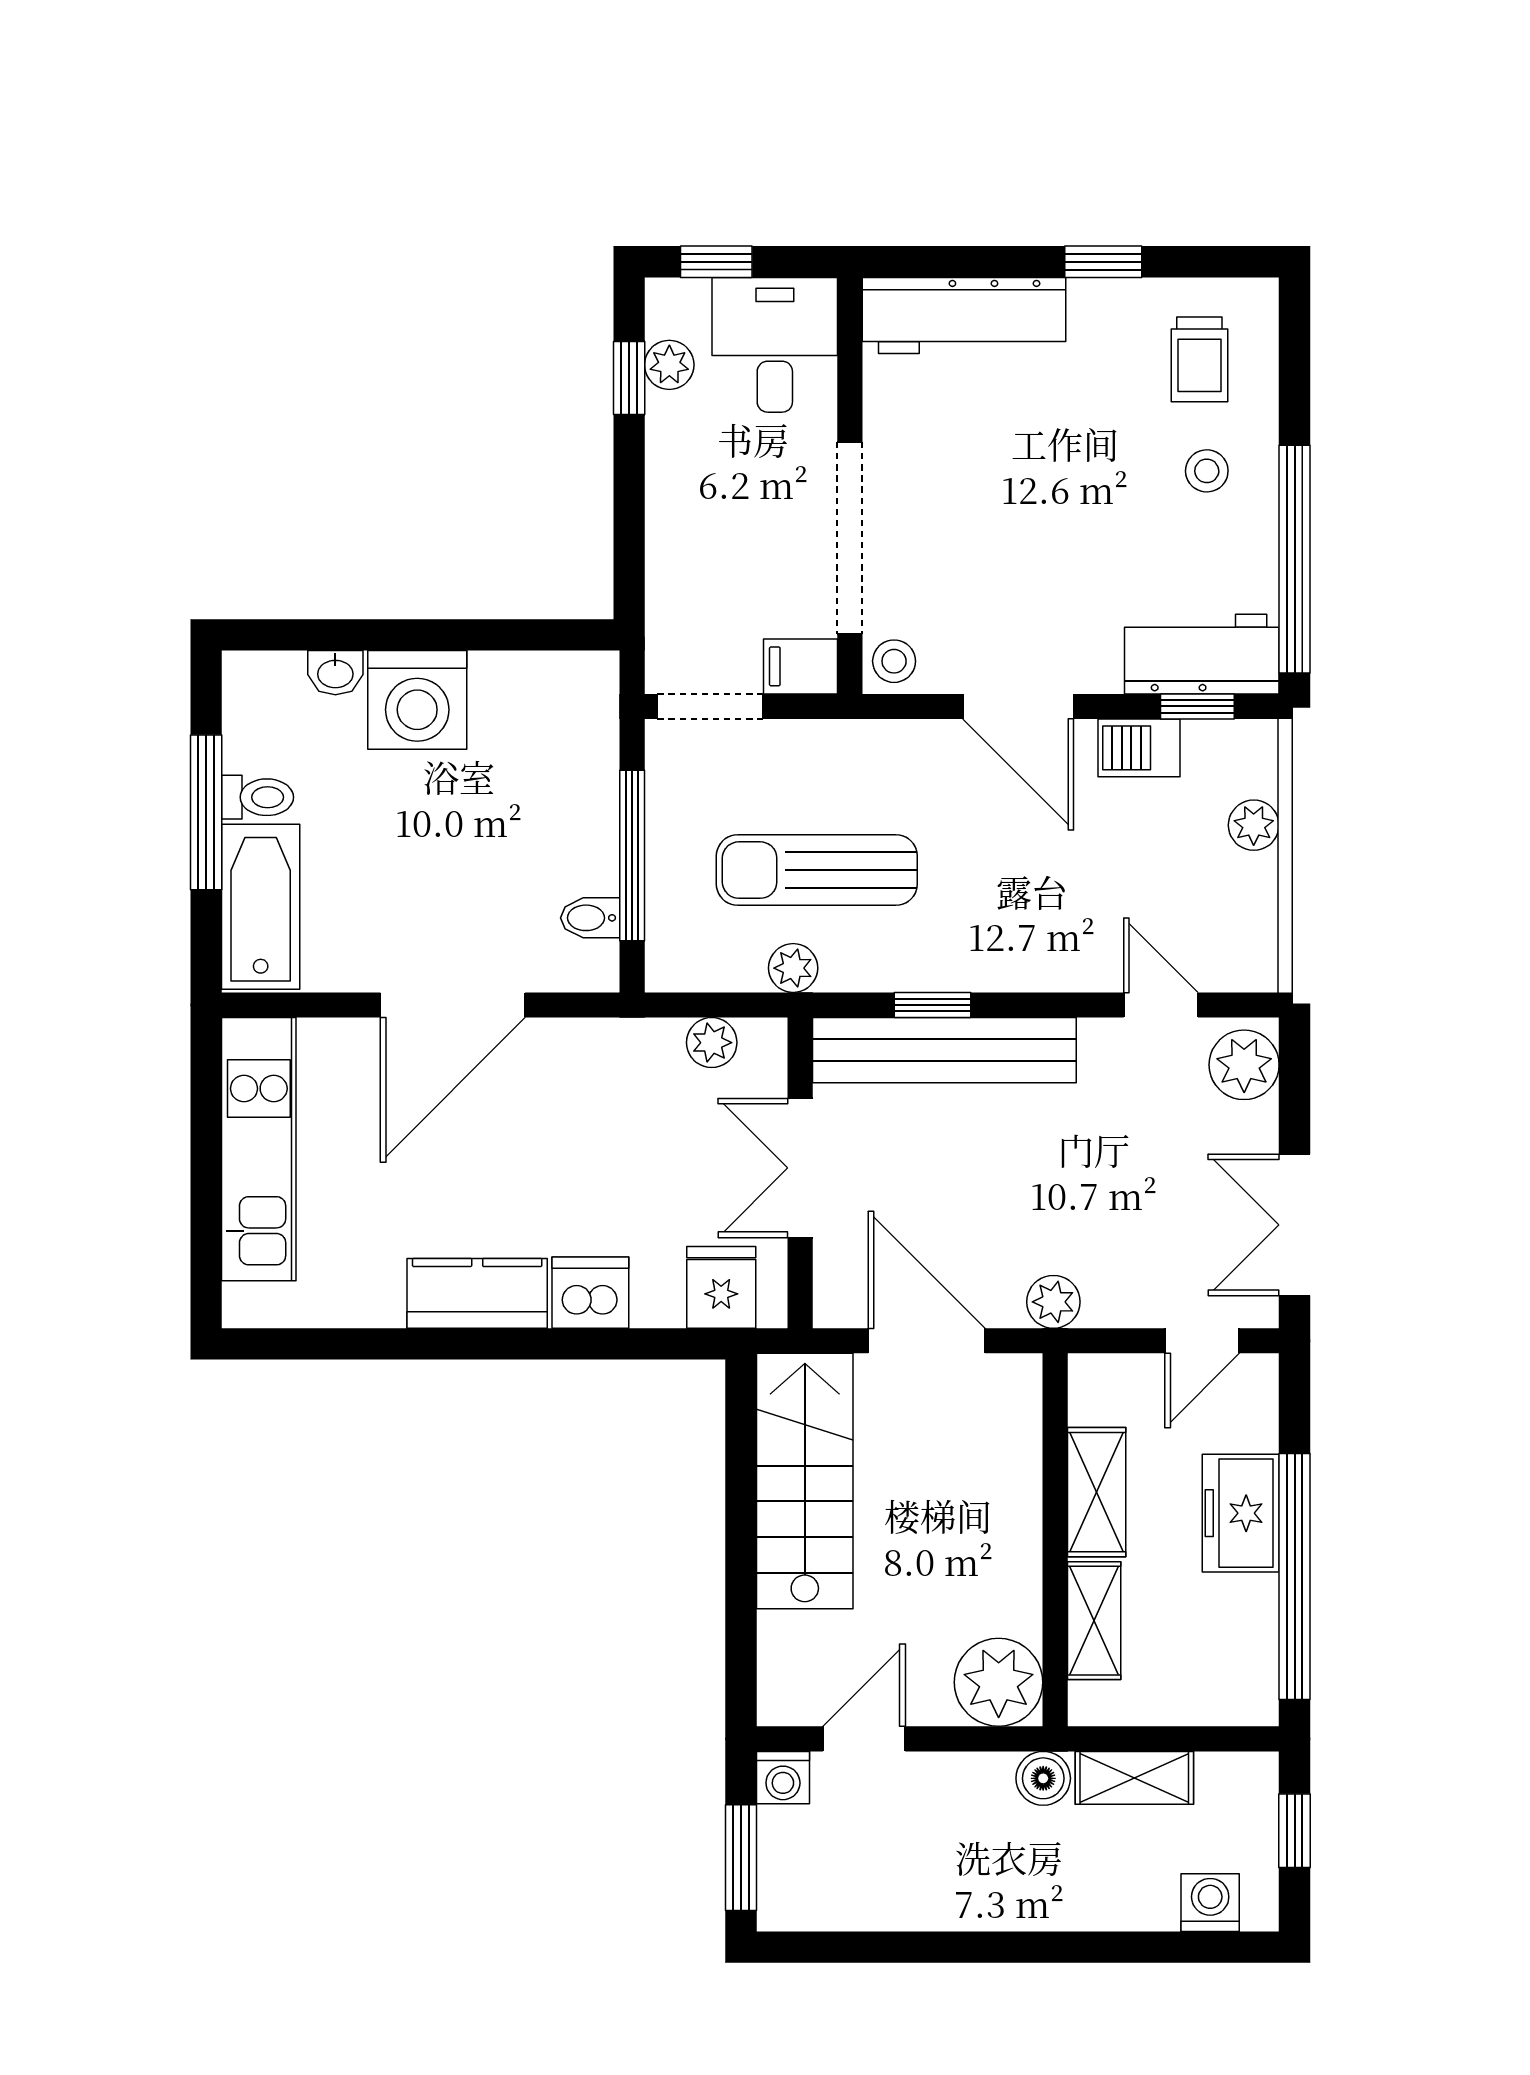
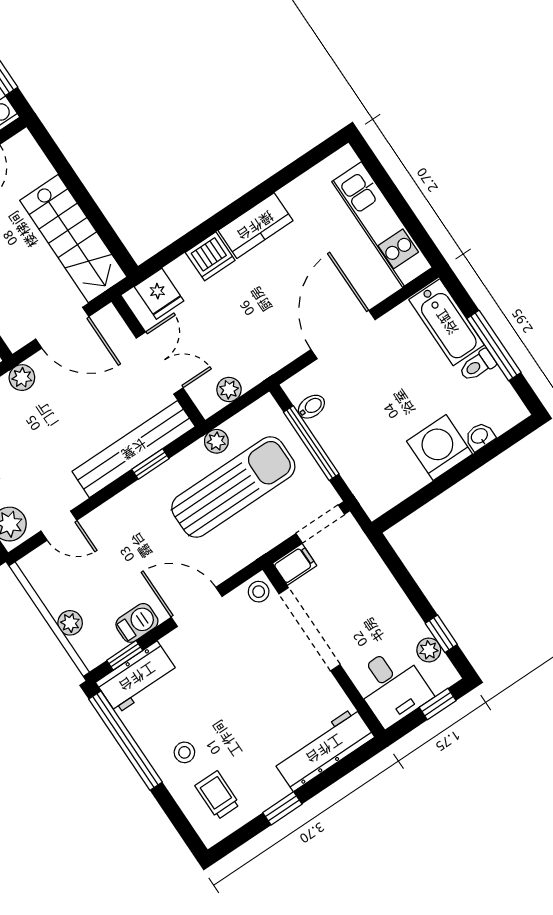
sun lounger: (817, 870) -> (233, 487), width x1.36, depth x1.34

